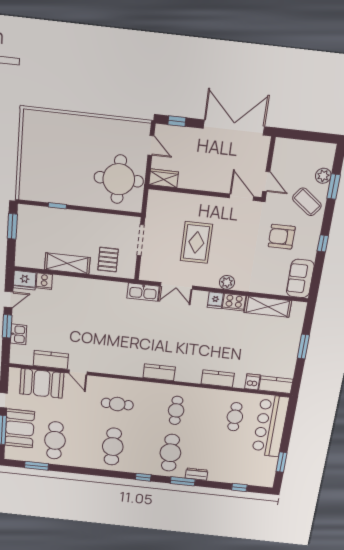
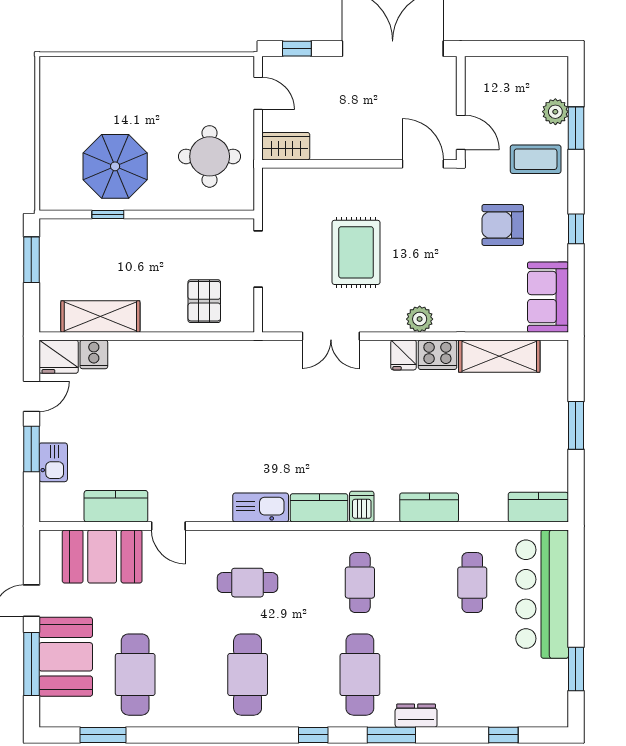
parasol: (64, 179) -> (115, 166), added
round table: (119, 179) -> (210, 156), width x0.73, depth x0.73
coffee table: (307, 202) -> (536, 159), turned -37
shelving: (67, 263) -> (100, 316), moved
kitchen sink: (143, 292) -> (261, 508), moved, turned 180
dishwasher: (252, 382) -> (362, 507), moved

